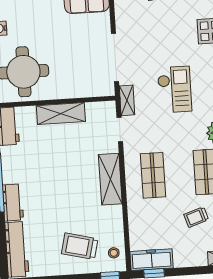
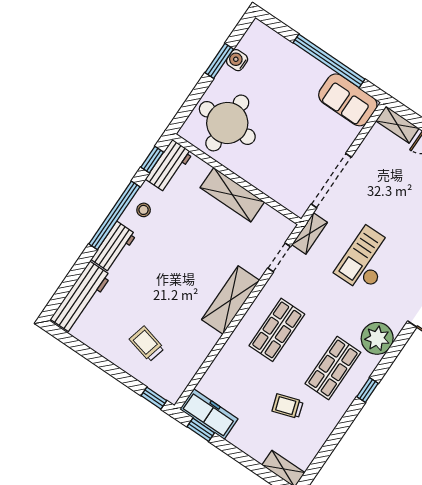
checkout: (175, 90) -> (366, 260), turned 180
trolley: (80, 246) -> (147, 344), width x0.73, depth x0.72
stool: (114, 253) -> (144, 210), moved

